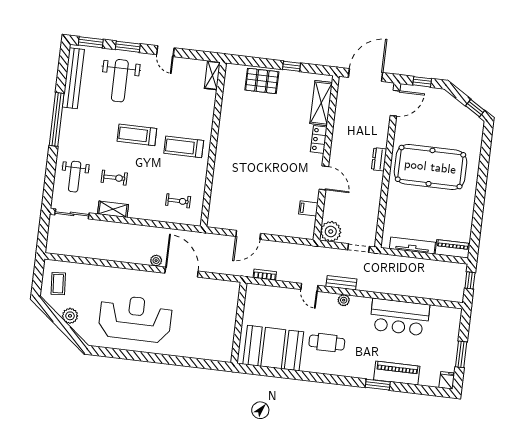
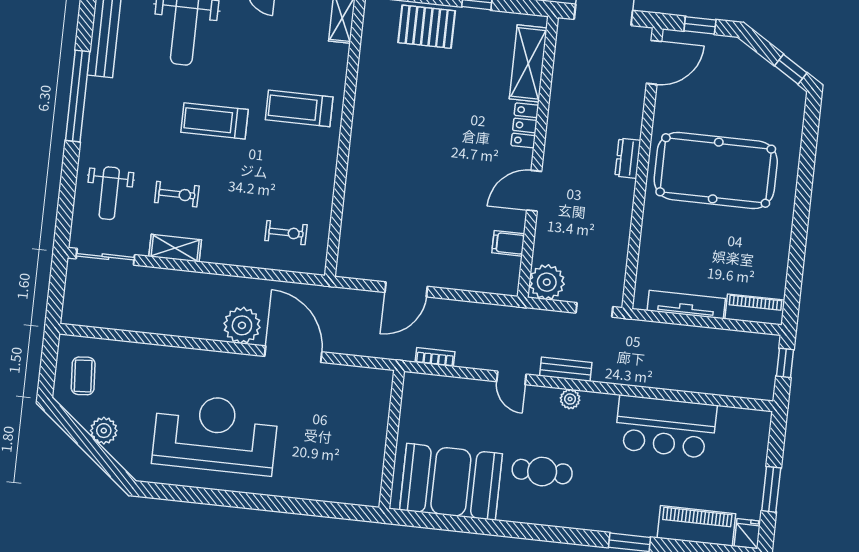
treadmill: (184, 147) -> (299, 108), moved
door: (324, 178) -> (534, 191), swing flipped
plant: (156, 261) -> (242, 325), width x1.88, depth x1.88
piano: (397, 373) -> (696, 526), moved

